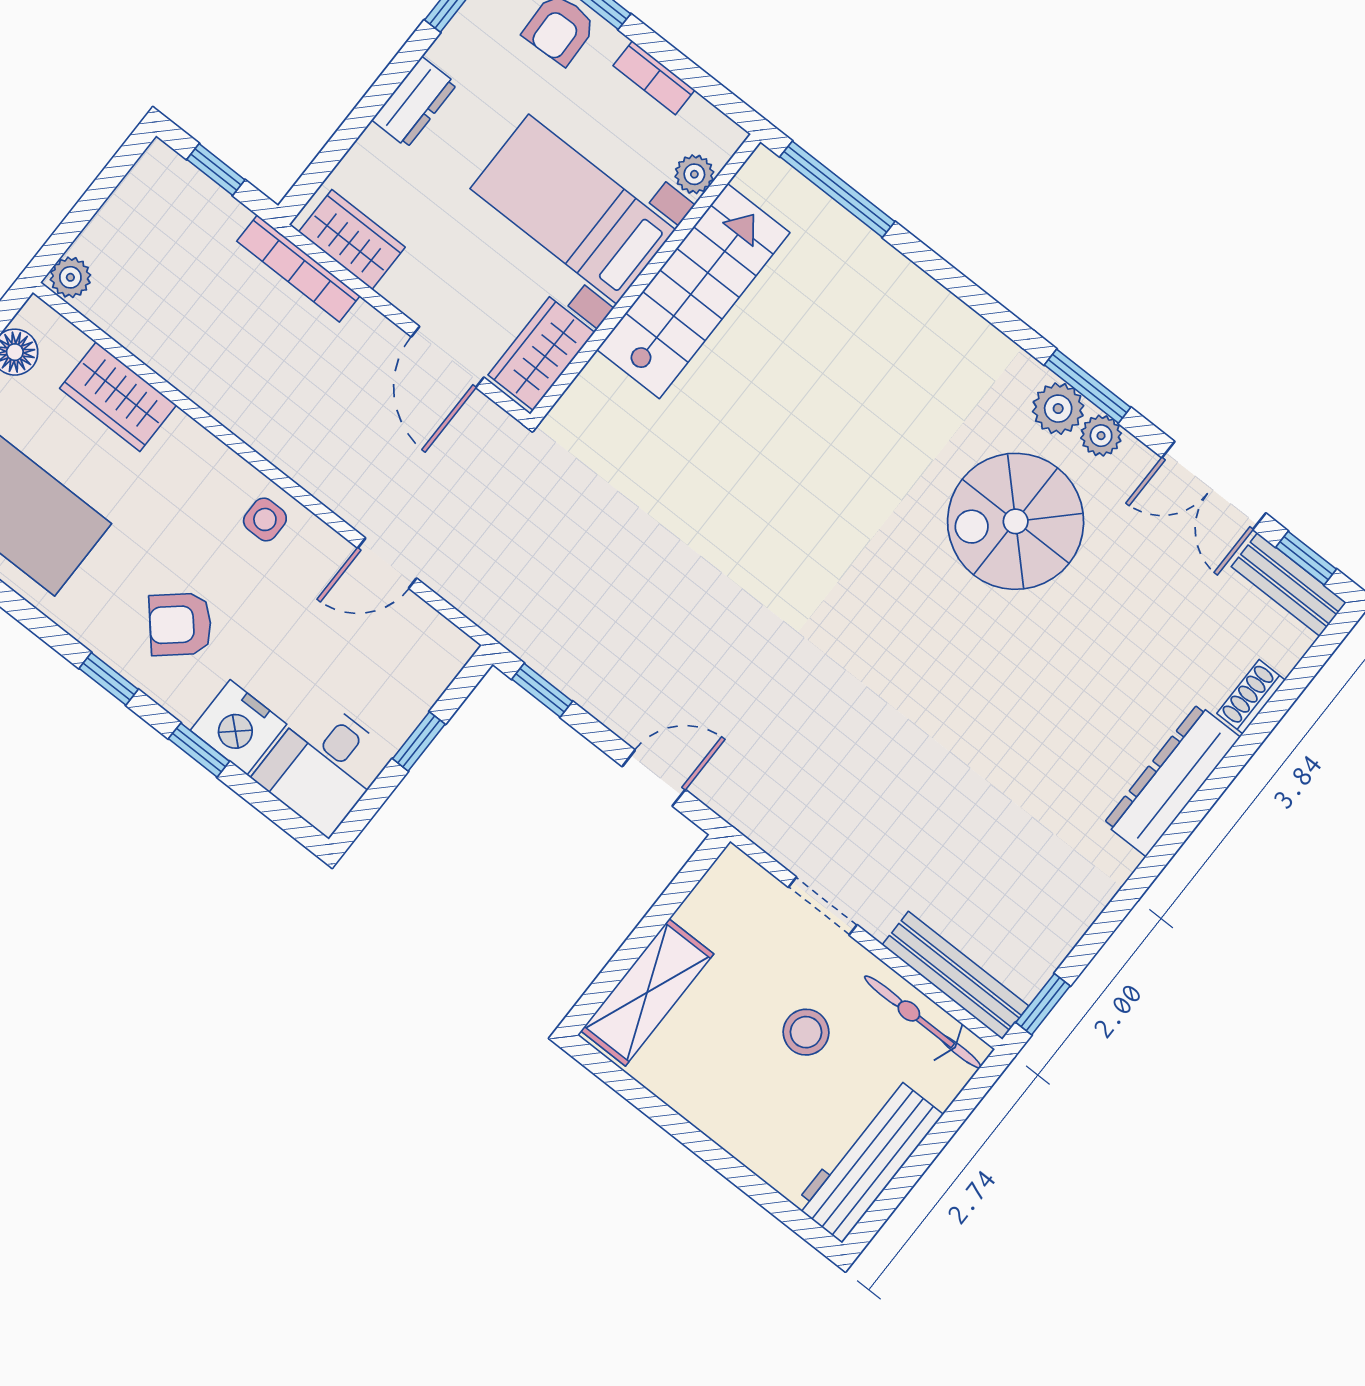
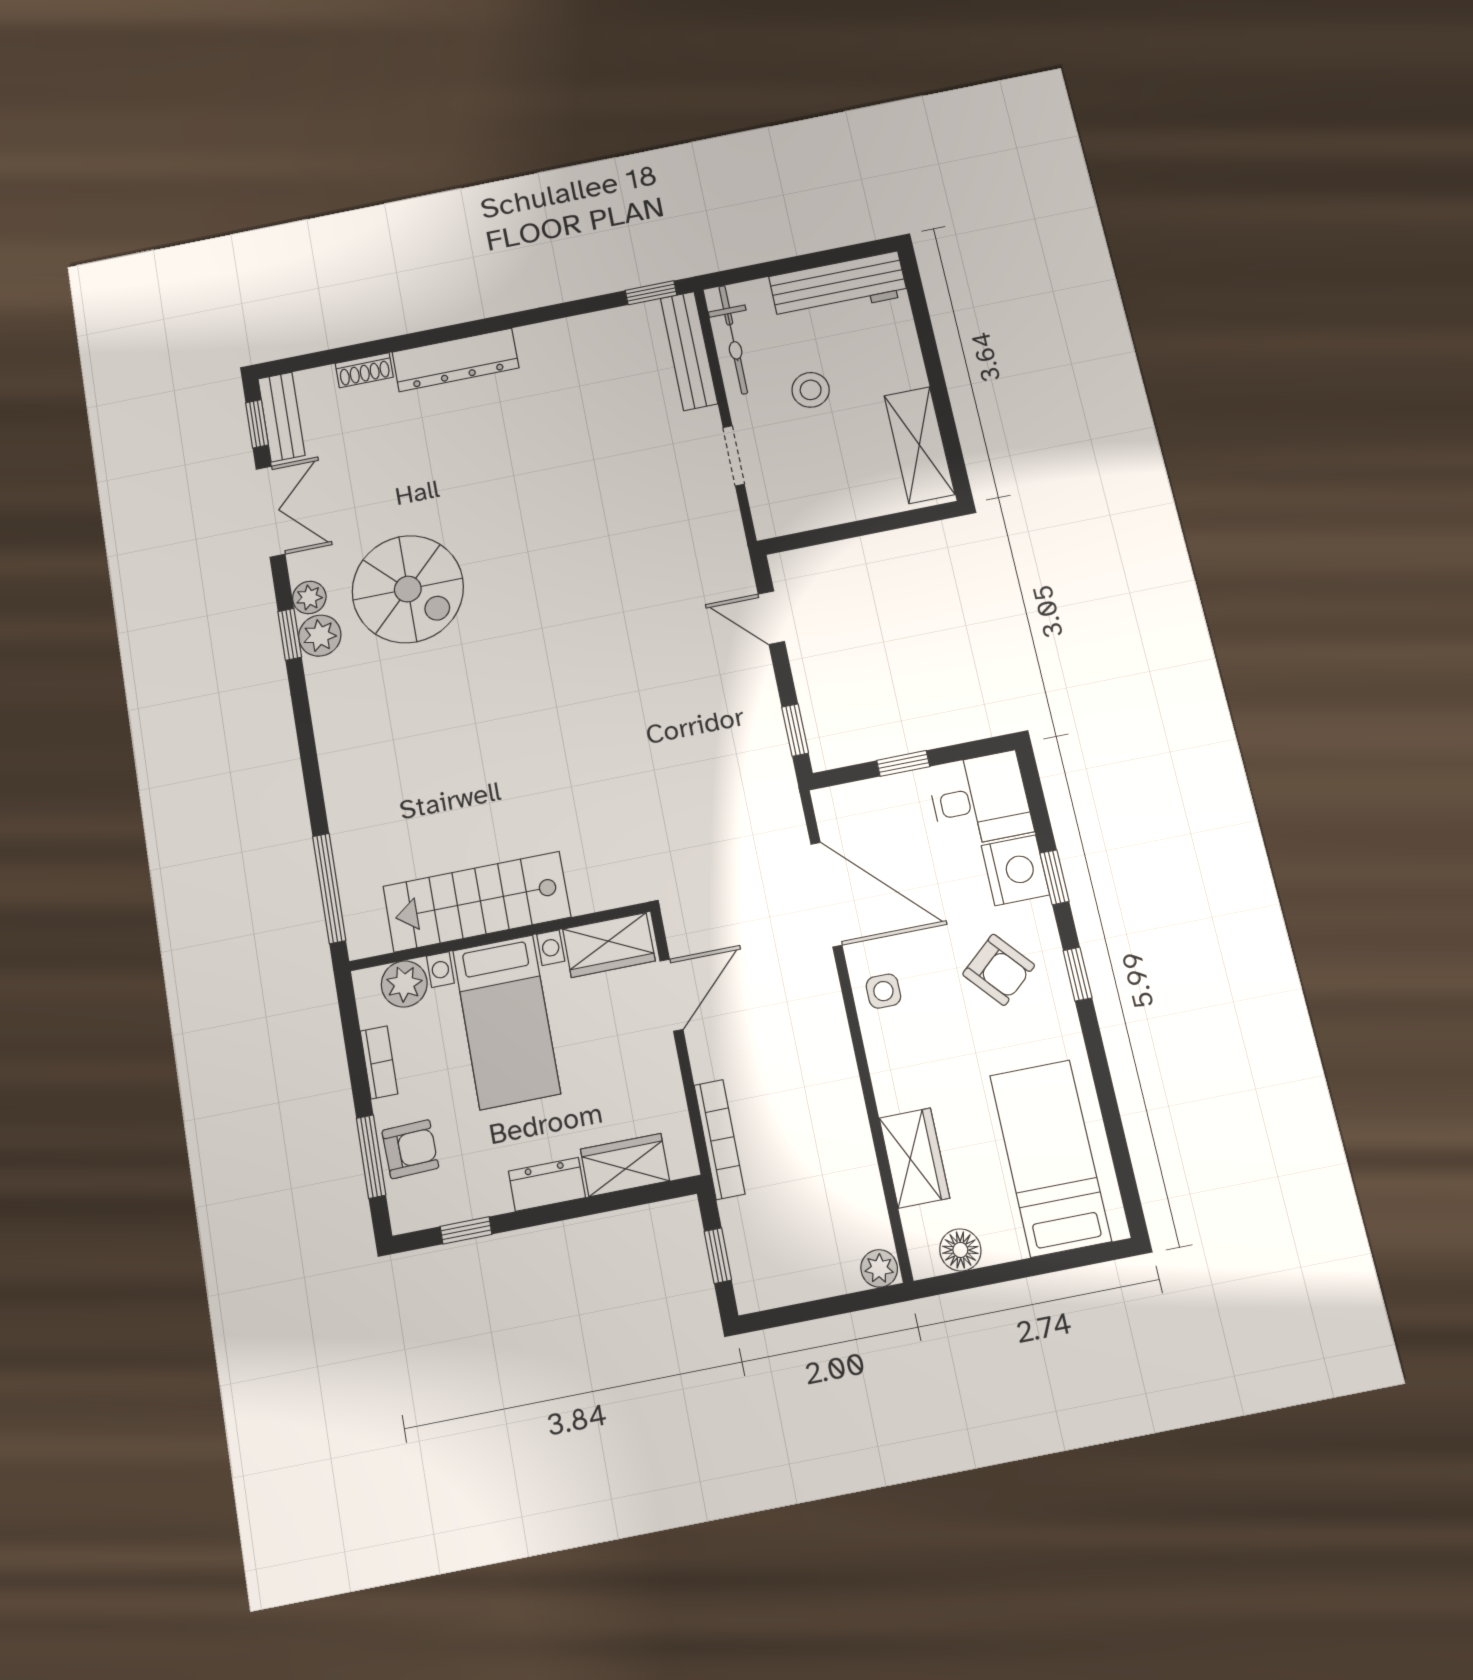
plant: (694, 174) -> (404, 984), width x1.38, depth x1.38
wardrobe: (352, 240) -> (625, 1165), moved, turned 90
window: (1088, 386) -> (290, 634), width x0.67
door: (387, 563) -> (826, 895), width x1.88
shelving: (647, 992) -> (919, 445), moved, turned 90

